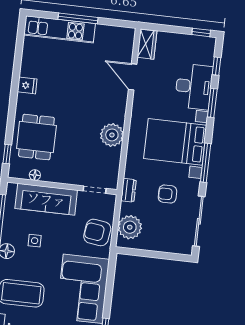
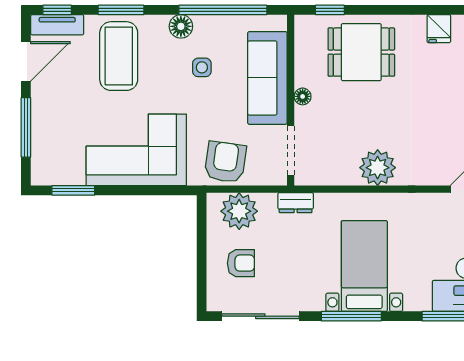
bed with nightstands: (175, 142) -> (364, 266), width x0.73
floor lamp: (35, 175) -> (303, 96), moved
doorway: (95, 190) -> (291, 151), width x1.38
armchair: (167, 194) -> (241, 263), moved, turned 90

